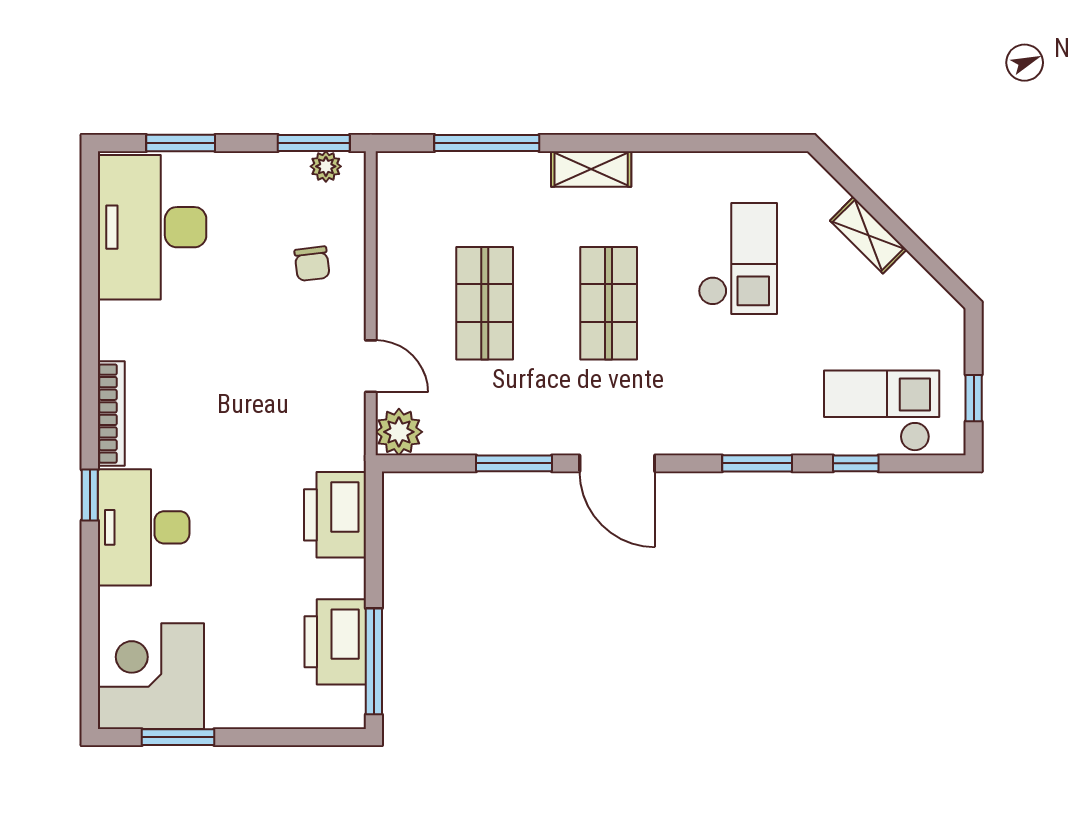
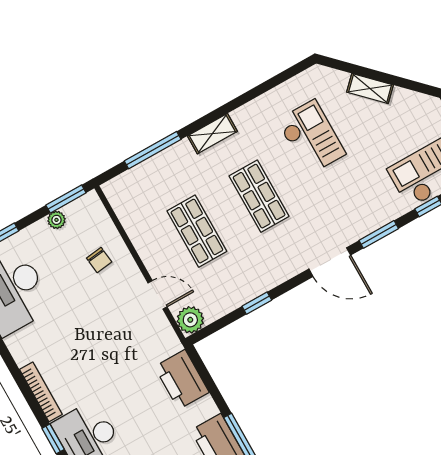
plant: (326, 166) -> (56, 220), moved
window: (514, 463) -> (257, 303), width x0.67
door: (617, 463) -> (330, 262), moved

